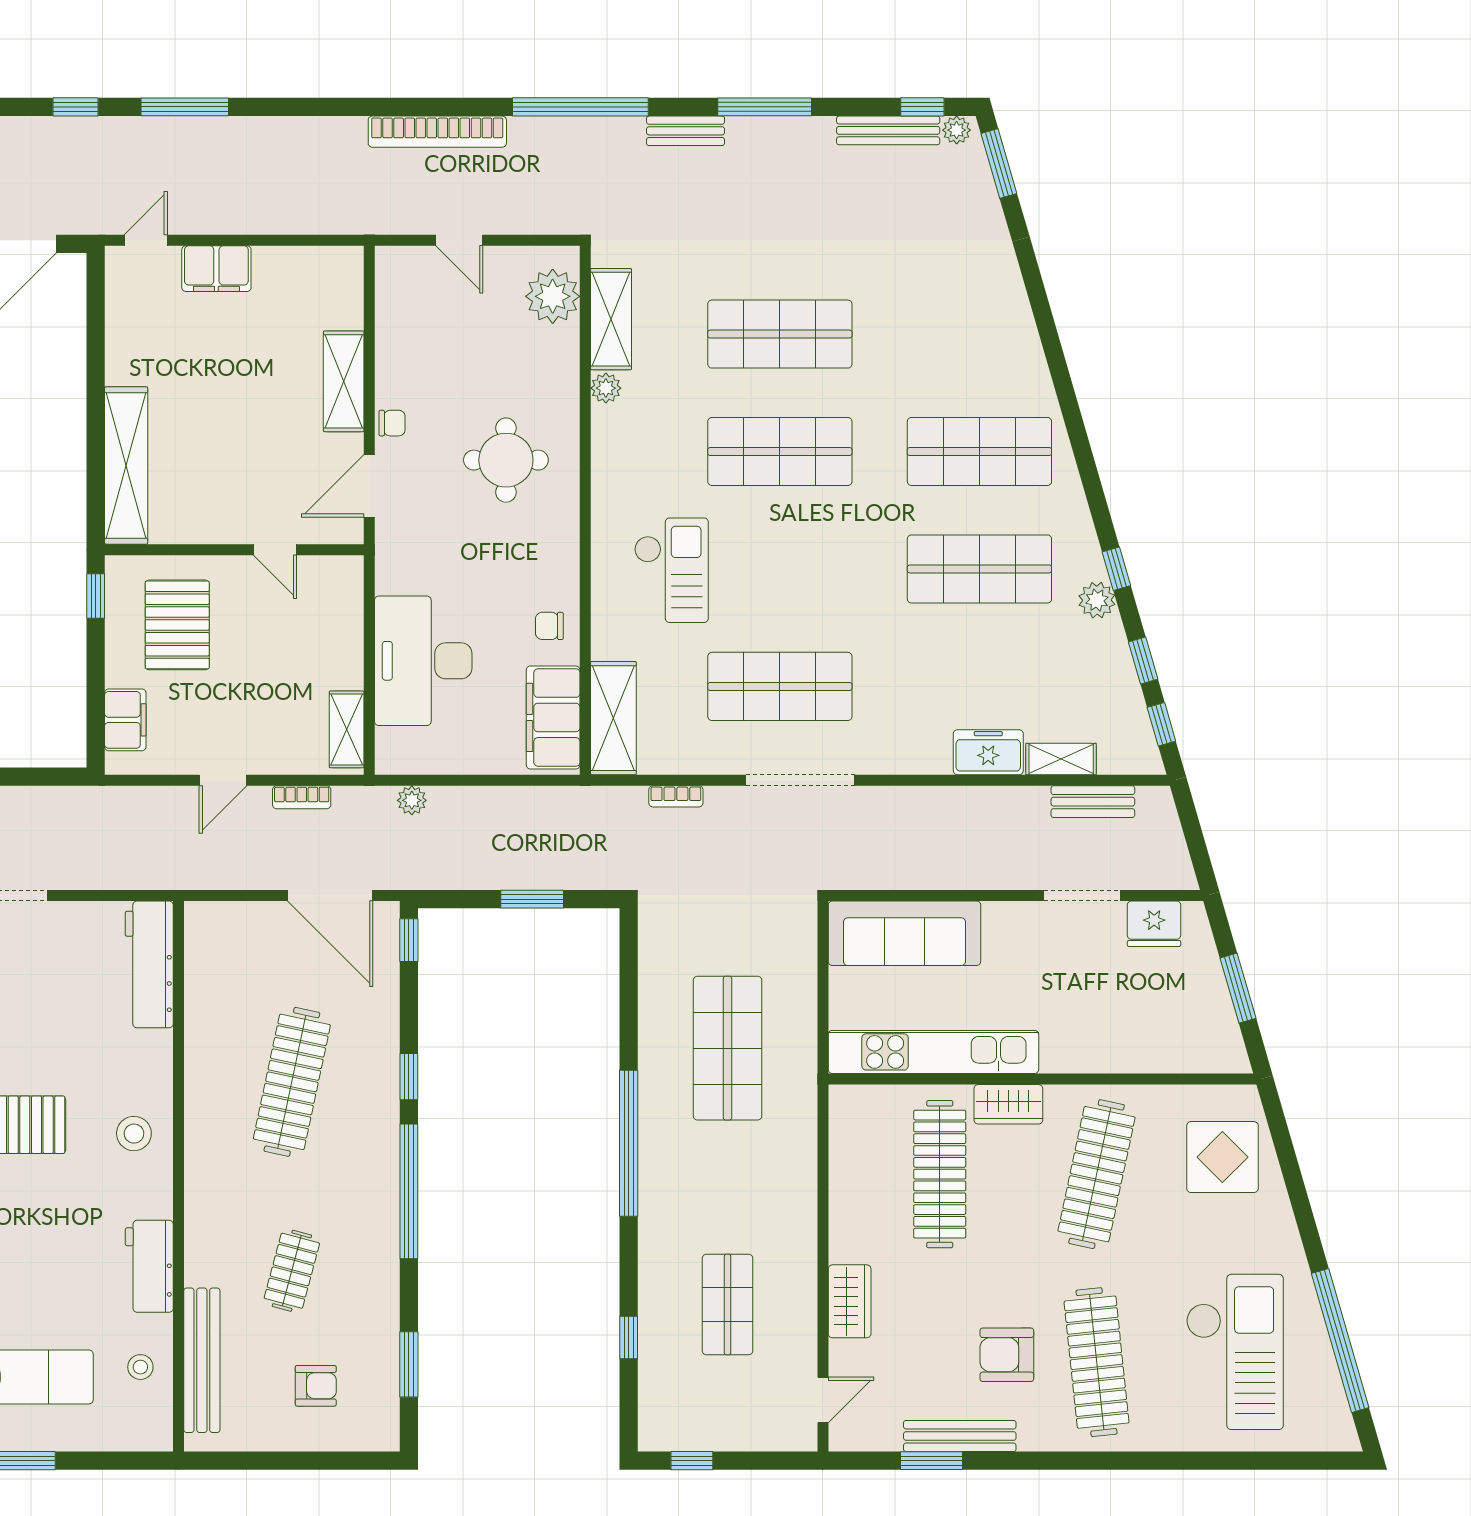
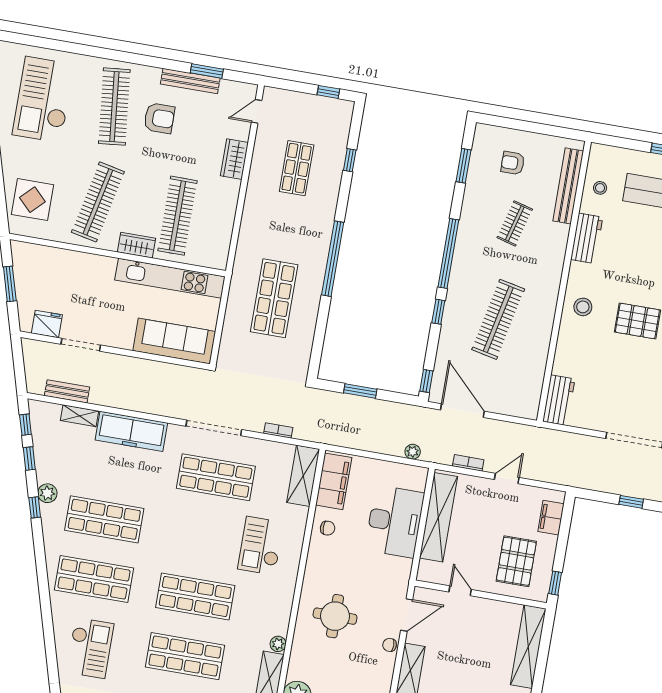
checkout: (964, 318) -> (90, 648), added
shelving: (347, 729) -> (438, 517), width x2.20, depth x1.33
freezer: (988, 752) -> (131, 431), width x1.91, depth x1.26
workbench: (149, 964) -> (559, 400), width x0.73

